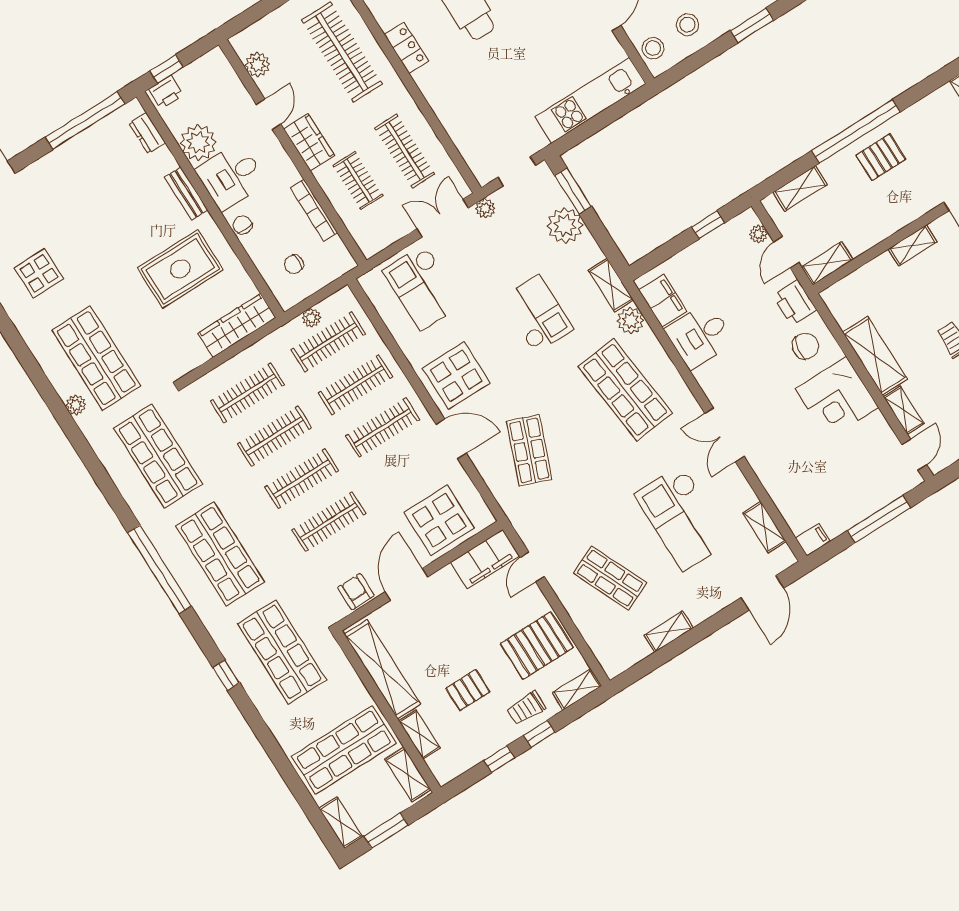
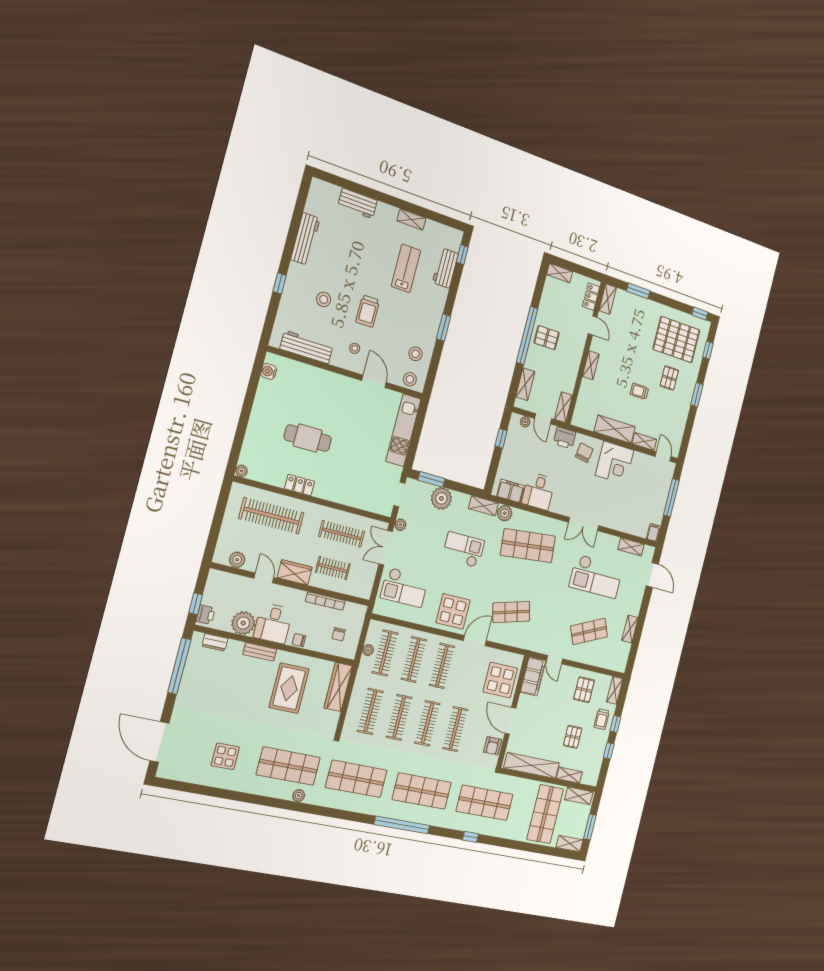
pallet: (881, 157) -> (547, 338), turned 90
shop shelf: (529, 450) -> (511, 612), turned -36
armchair: (356, 592) -> (493, 746), turned -90
pallet: (537, 646) -> (584, 690), width x0.67, depth x0.71

